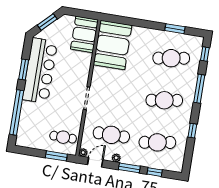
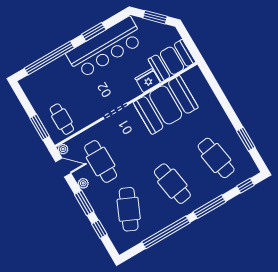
booth: (113, 45) -> (166, 105), moved
fridge: (84, 61) -> (148, 81), added
window: (192, 131) -> (166, 232), width x3.17
cafe table: (157, 142) -> (129, 209), turned 33

